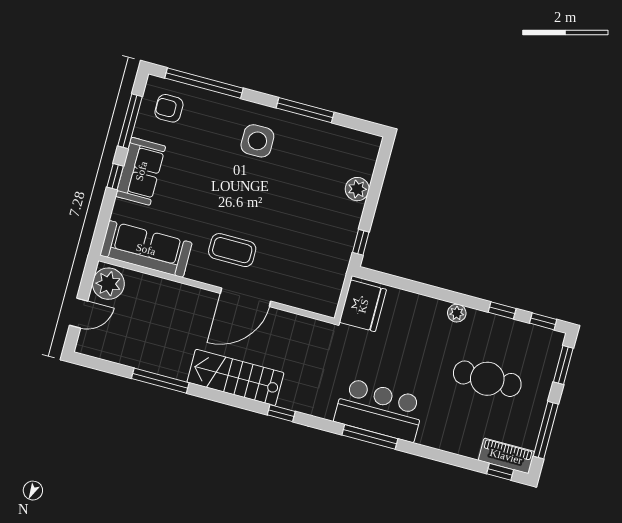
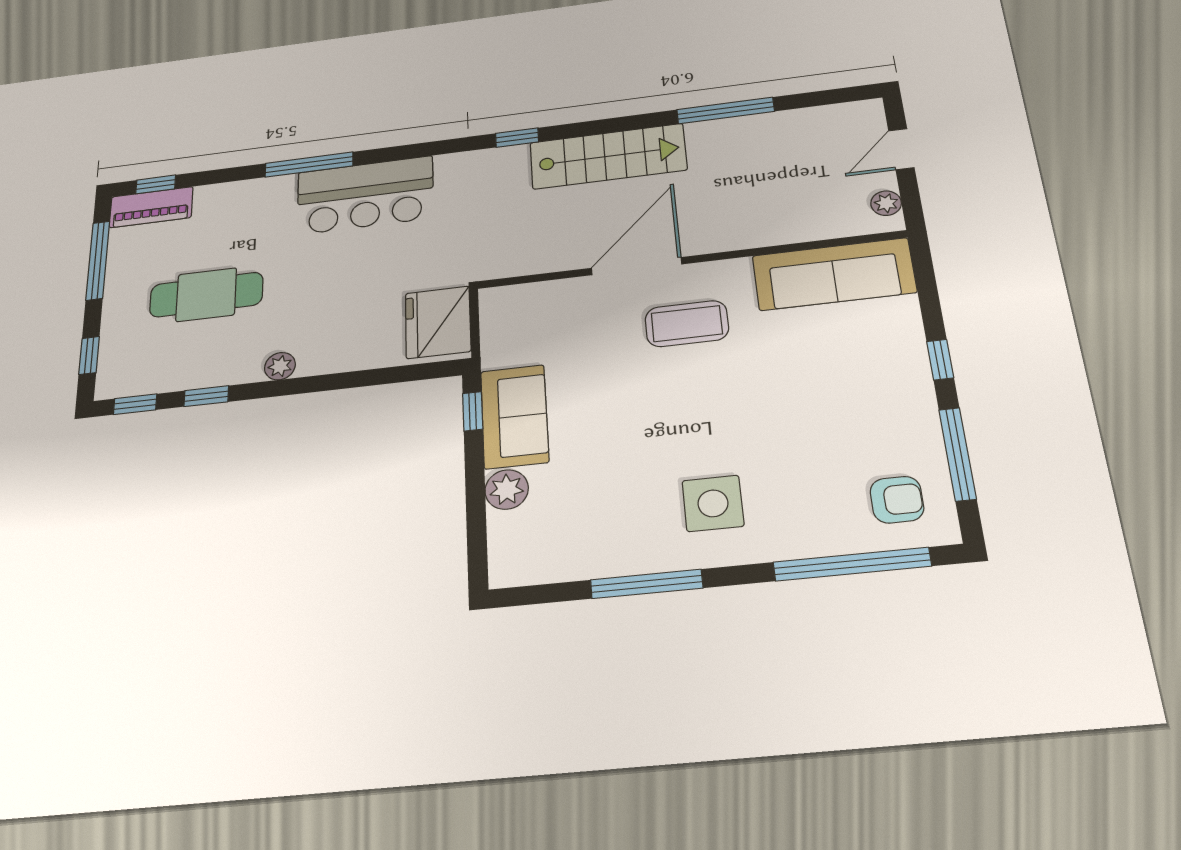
sofa: (141, 171) -> (514, 417), moved, turned 180
plant: (108, 284) -> (886, 203), width x0.53, depth x0.53
window: (563, 365) -> (89, 356), width x0.67
window: (370, 437) -> (309, 165), moved

